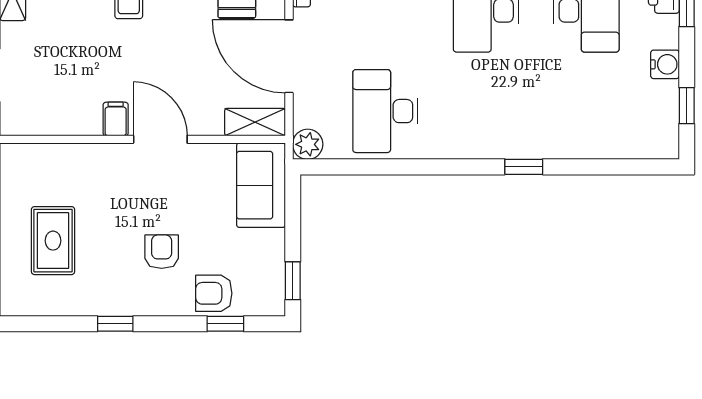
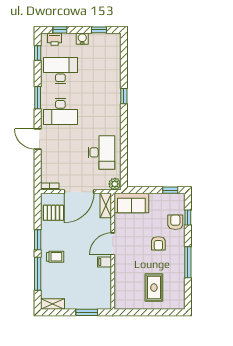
desk: (385, 111) -> (101, 152), turned -90
rug: (53, 241) -> (154, 288), turned 90
armchair: (162, 252) -> (158, 243), turned -90
armchair: (214, 293) -> (175, 222), turned 180
window: (115, 324) -> (188, 262), width x2.17

